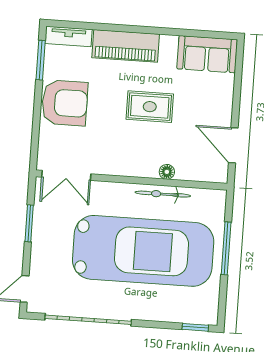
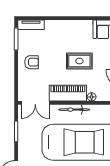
piano: (126, 46) -> (68, 93), moved, turned 180
armchair: (65, 103) -> (31, 62), width x0.53, depth x0.53
bicycle: (163, 194) -> (74, 110), moved

